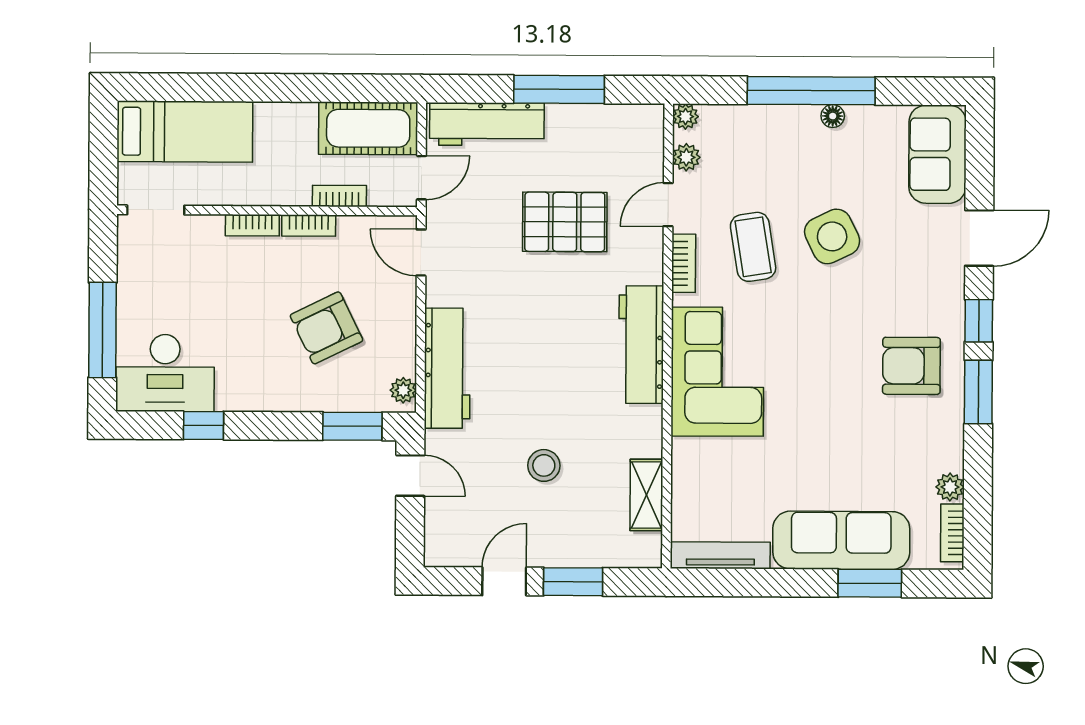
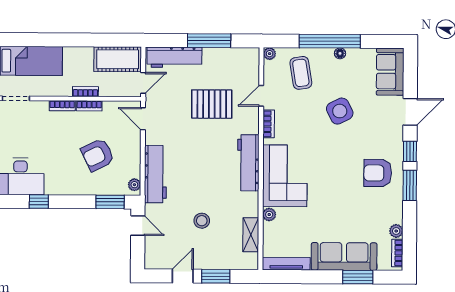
plant: (686, 157) -> (269, 215), moved
bookcase: (339, 196) -> (85, 92), moved
coffee table: (753, 247) -> (301, 73), moved

